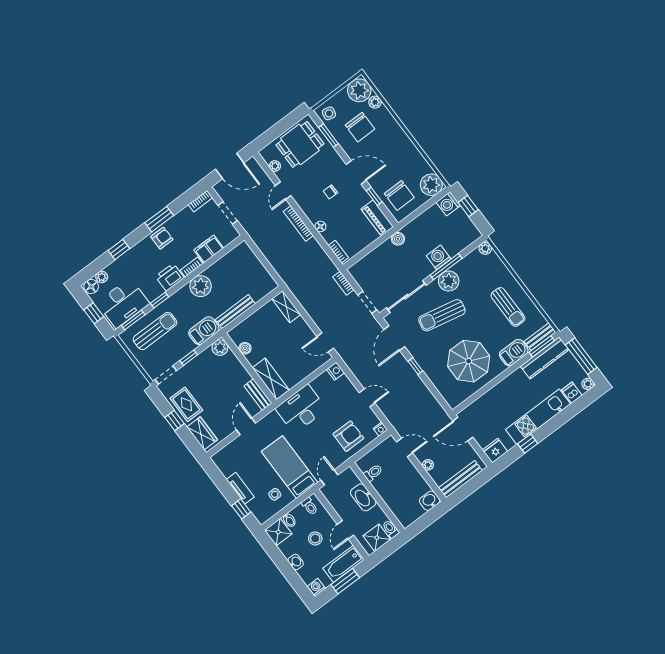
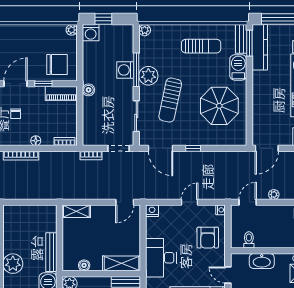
plant: (431, 185) -> (72, 30), width x0.53, depth x0.53
sliding door: (406, 297) -> (136, 116), width x0.73
armchair: (348, 436) -> (208, 238), turned 180

